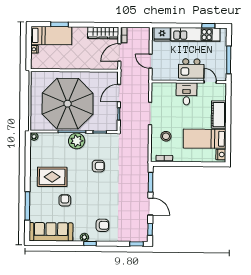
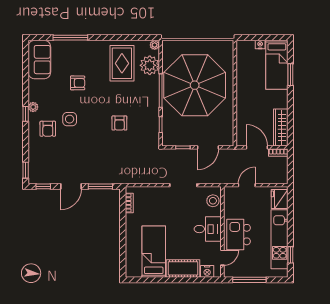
door: (119, 93) -> (208, 147), swing flipped
stool: (166, 136) -> (213, 201), moved
plant: (77, 141) -> (150, 65), moved
nightstand: (221, 155) -> (207, 271), moved
rug: (52, 177) -> (122, 63), moved
side table: (95, 207) -> (70, 119), added
sofa: (51, 232) -> (39, 60), width x0.73

